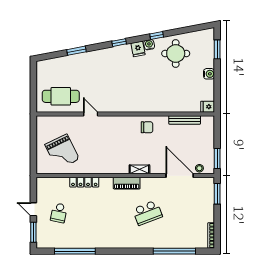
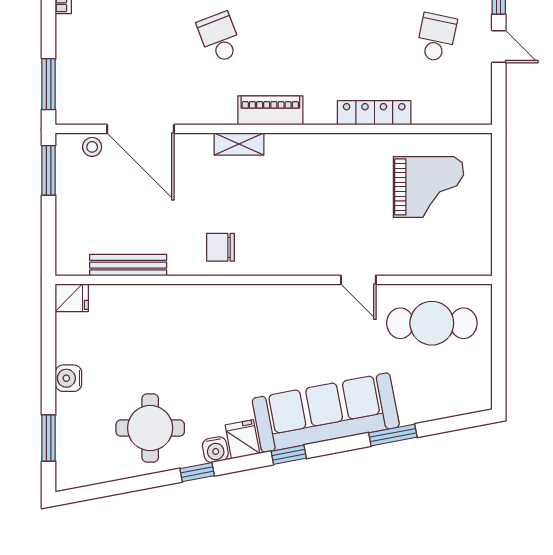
sofa: (104, 60) -> (326, 413), added
grand piano: (62, 152) -> (428, 187), turned 116
school desk: (147, 213) -> (219, 38), width x0.54

